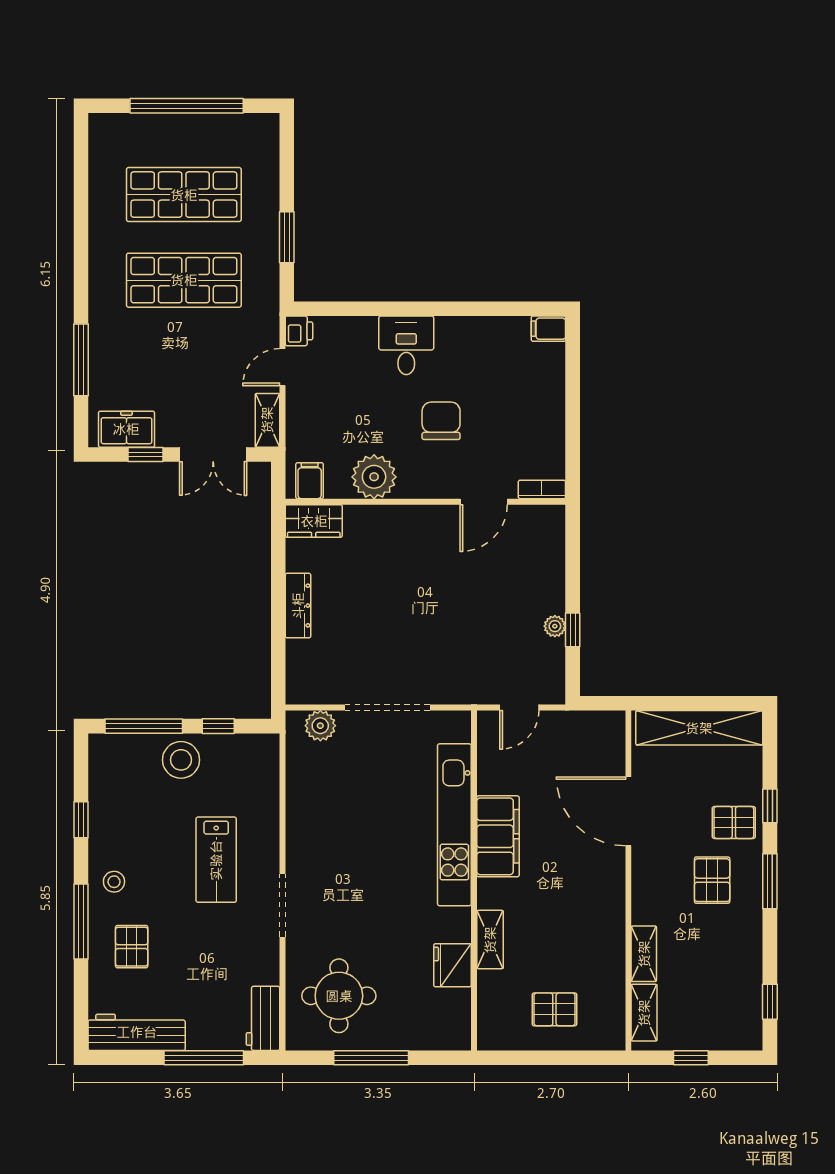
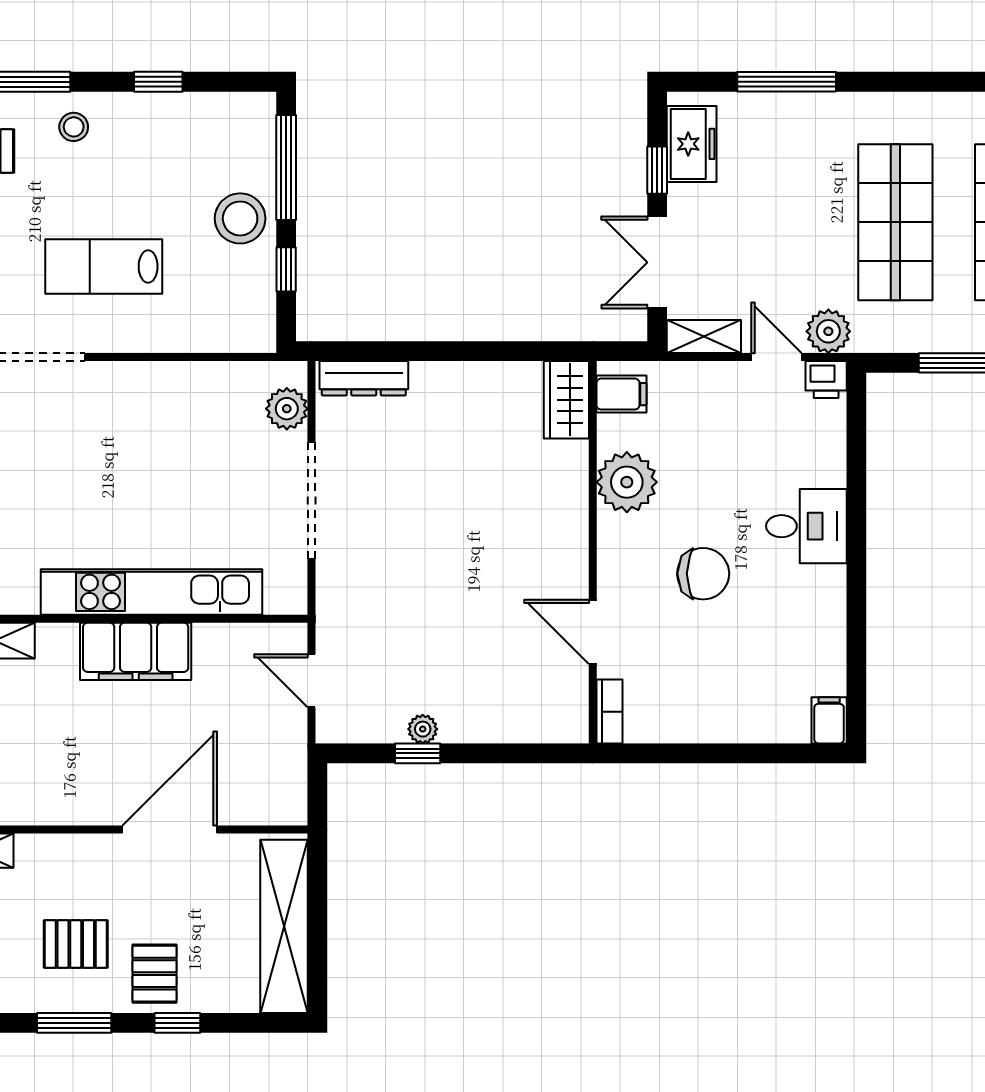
plant: (264, 329) -> (828, 331), added
dresser: (298, 606) -> (364, 378), moved

